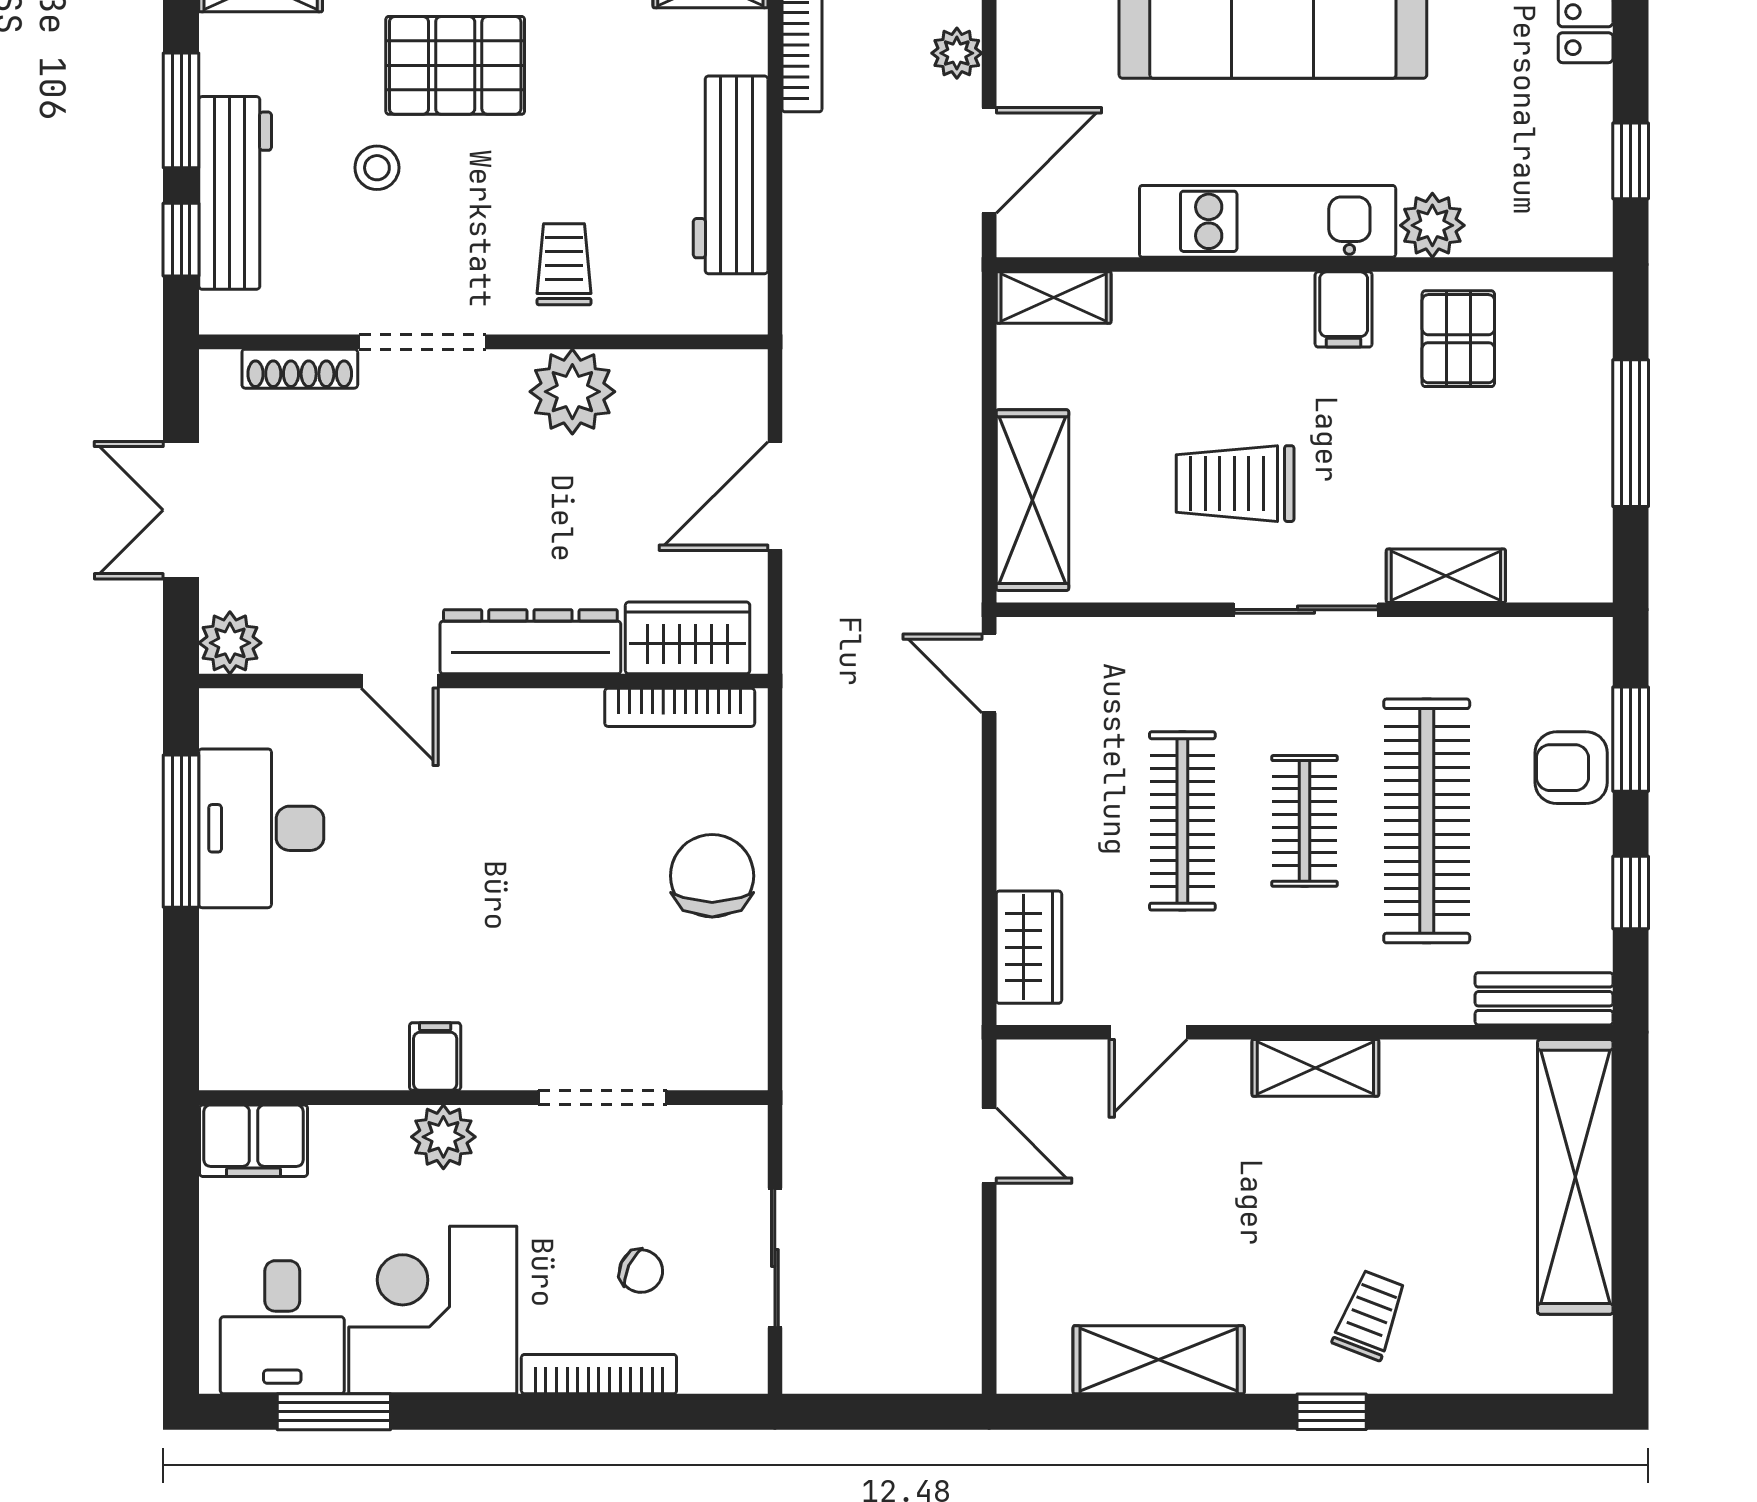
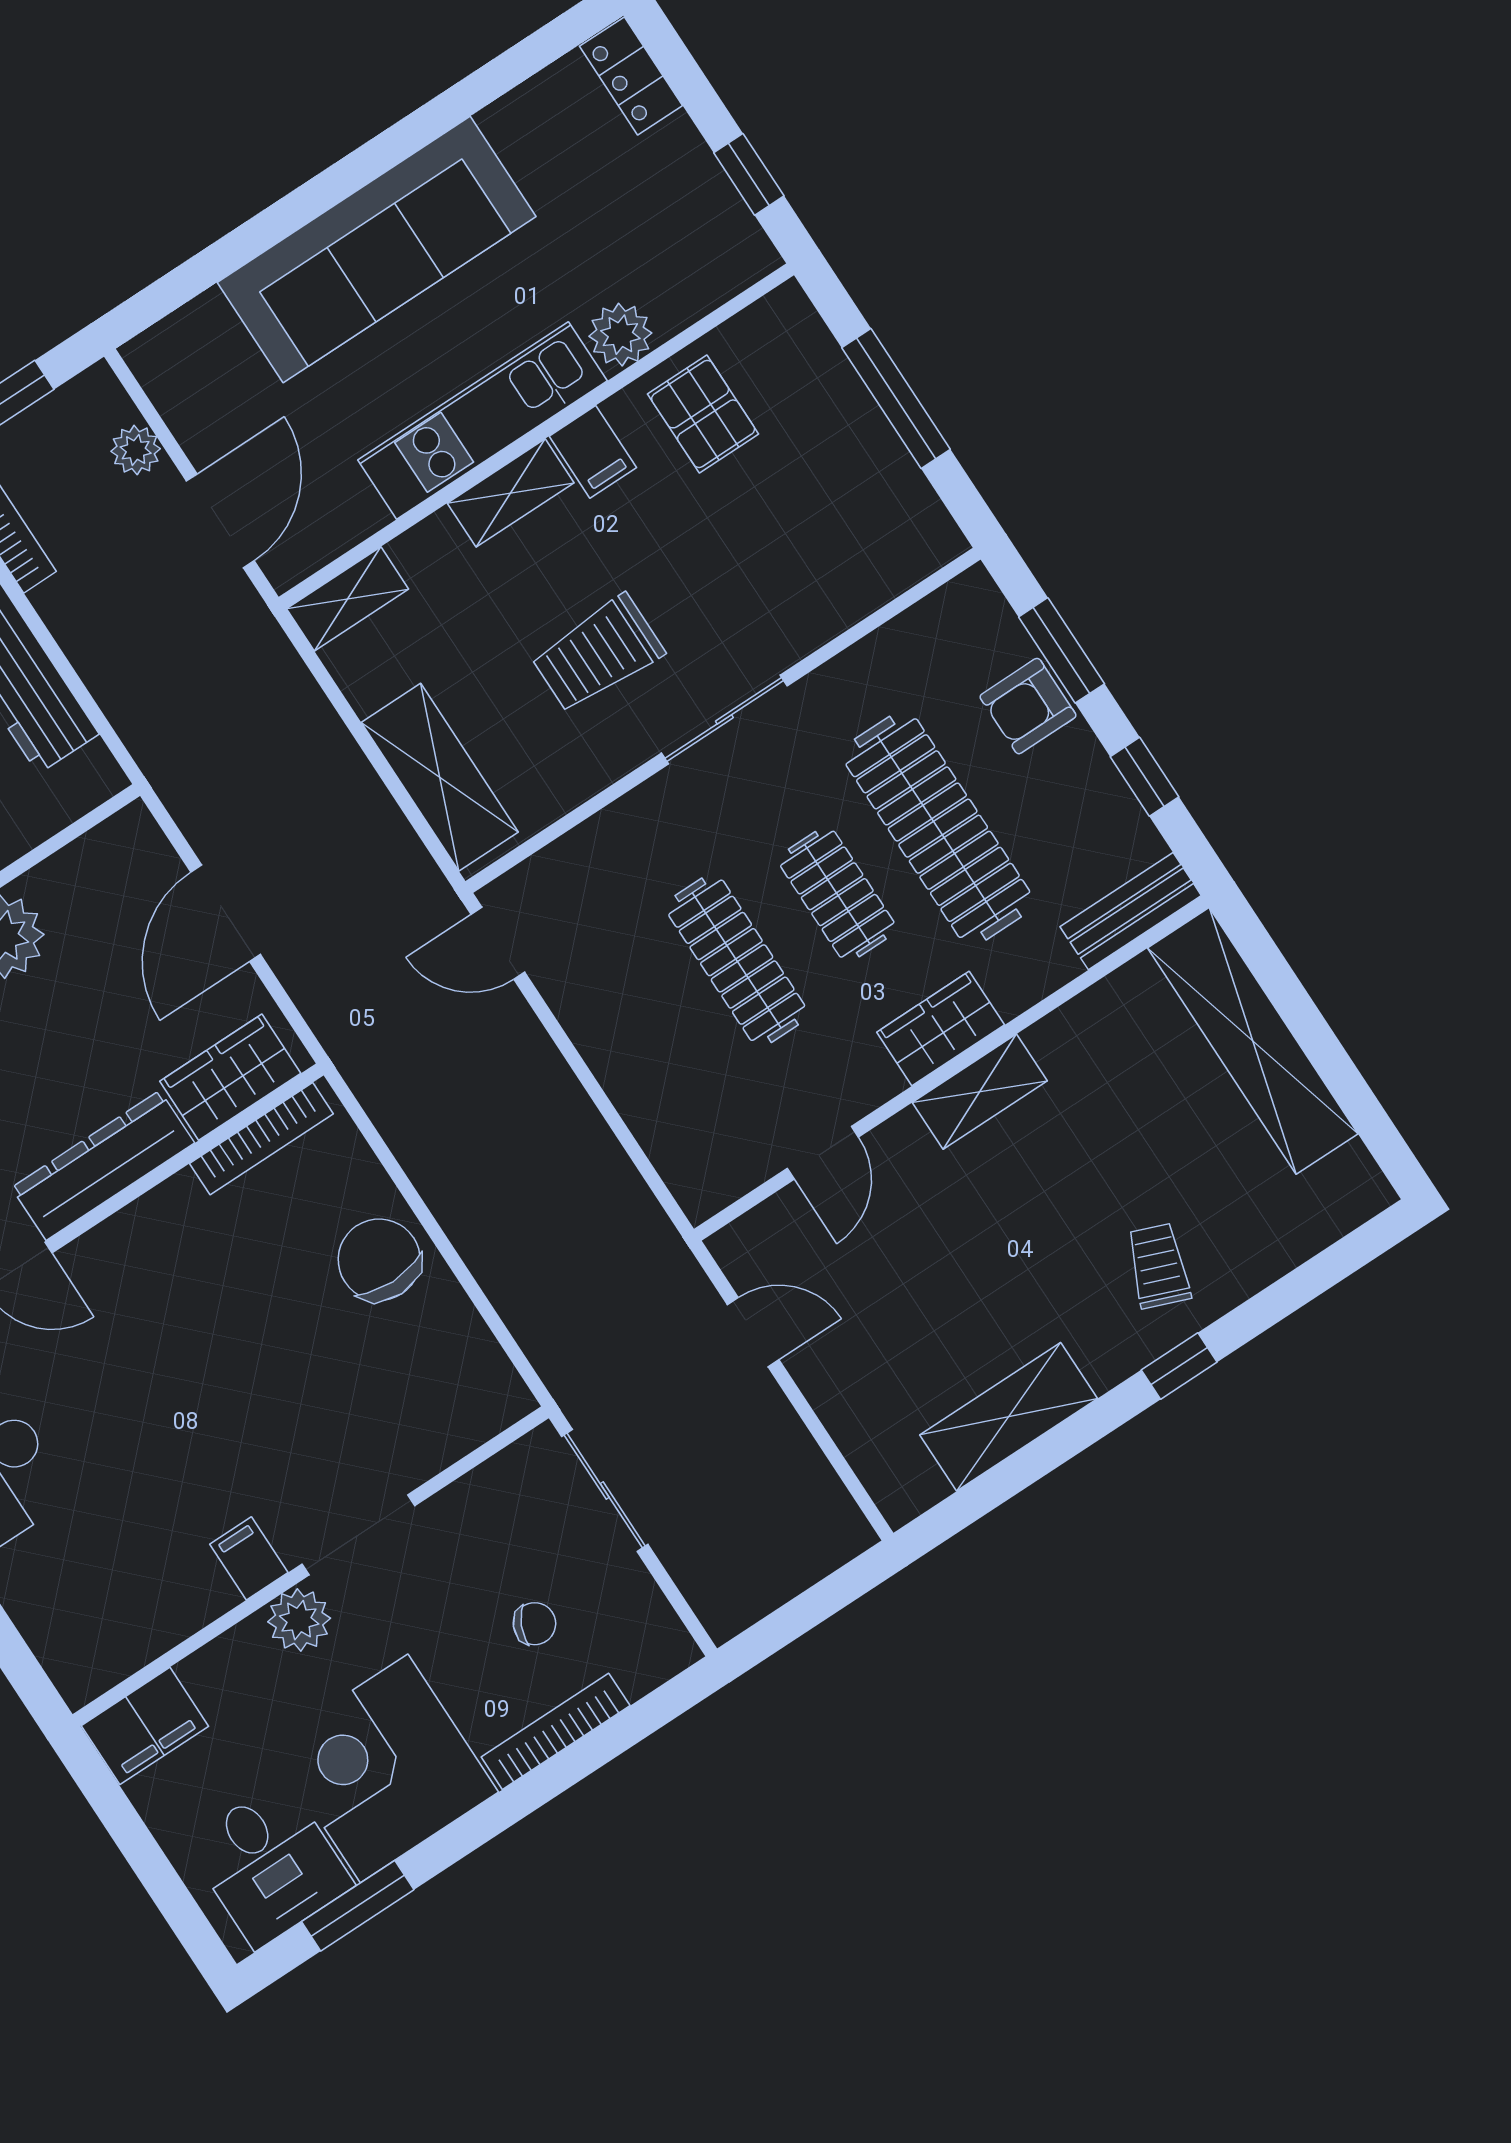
shelving: (1446, 576) -> (511, 493), moved
wardrobe: (1029, 947) -> (941, 1028), moved, turned -90
doorway: (603, 1098) -> (358, 1535), moved
sliding door: (775, 1258) -> (605, 1490), moved

